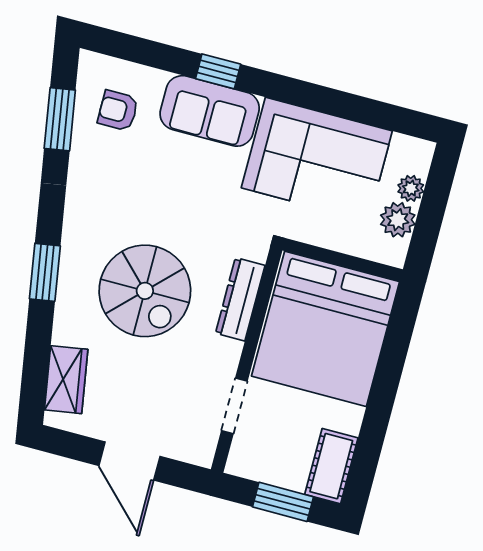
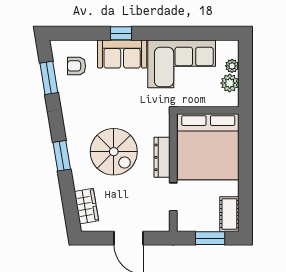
dresser: (240, 299) -> (162, 157), moved

